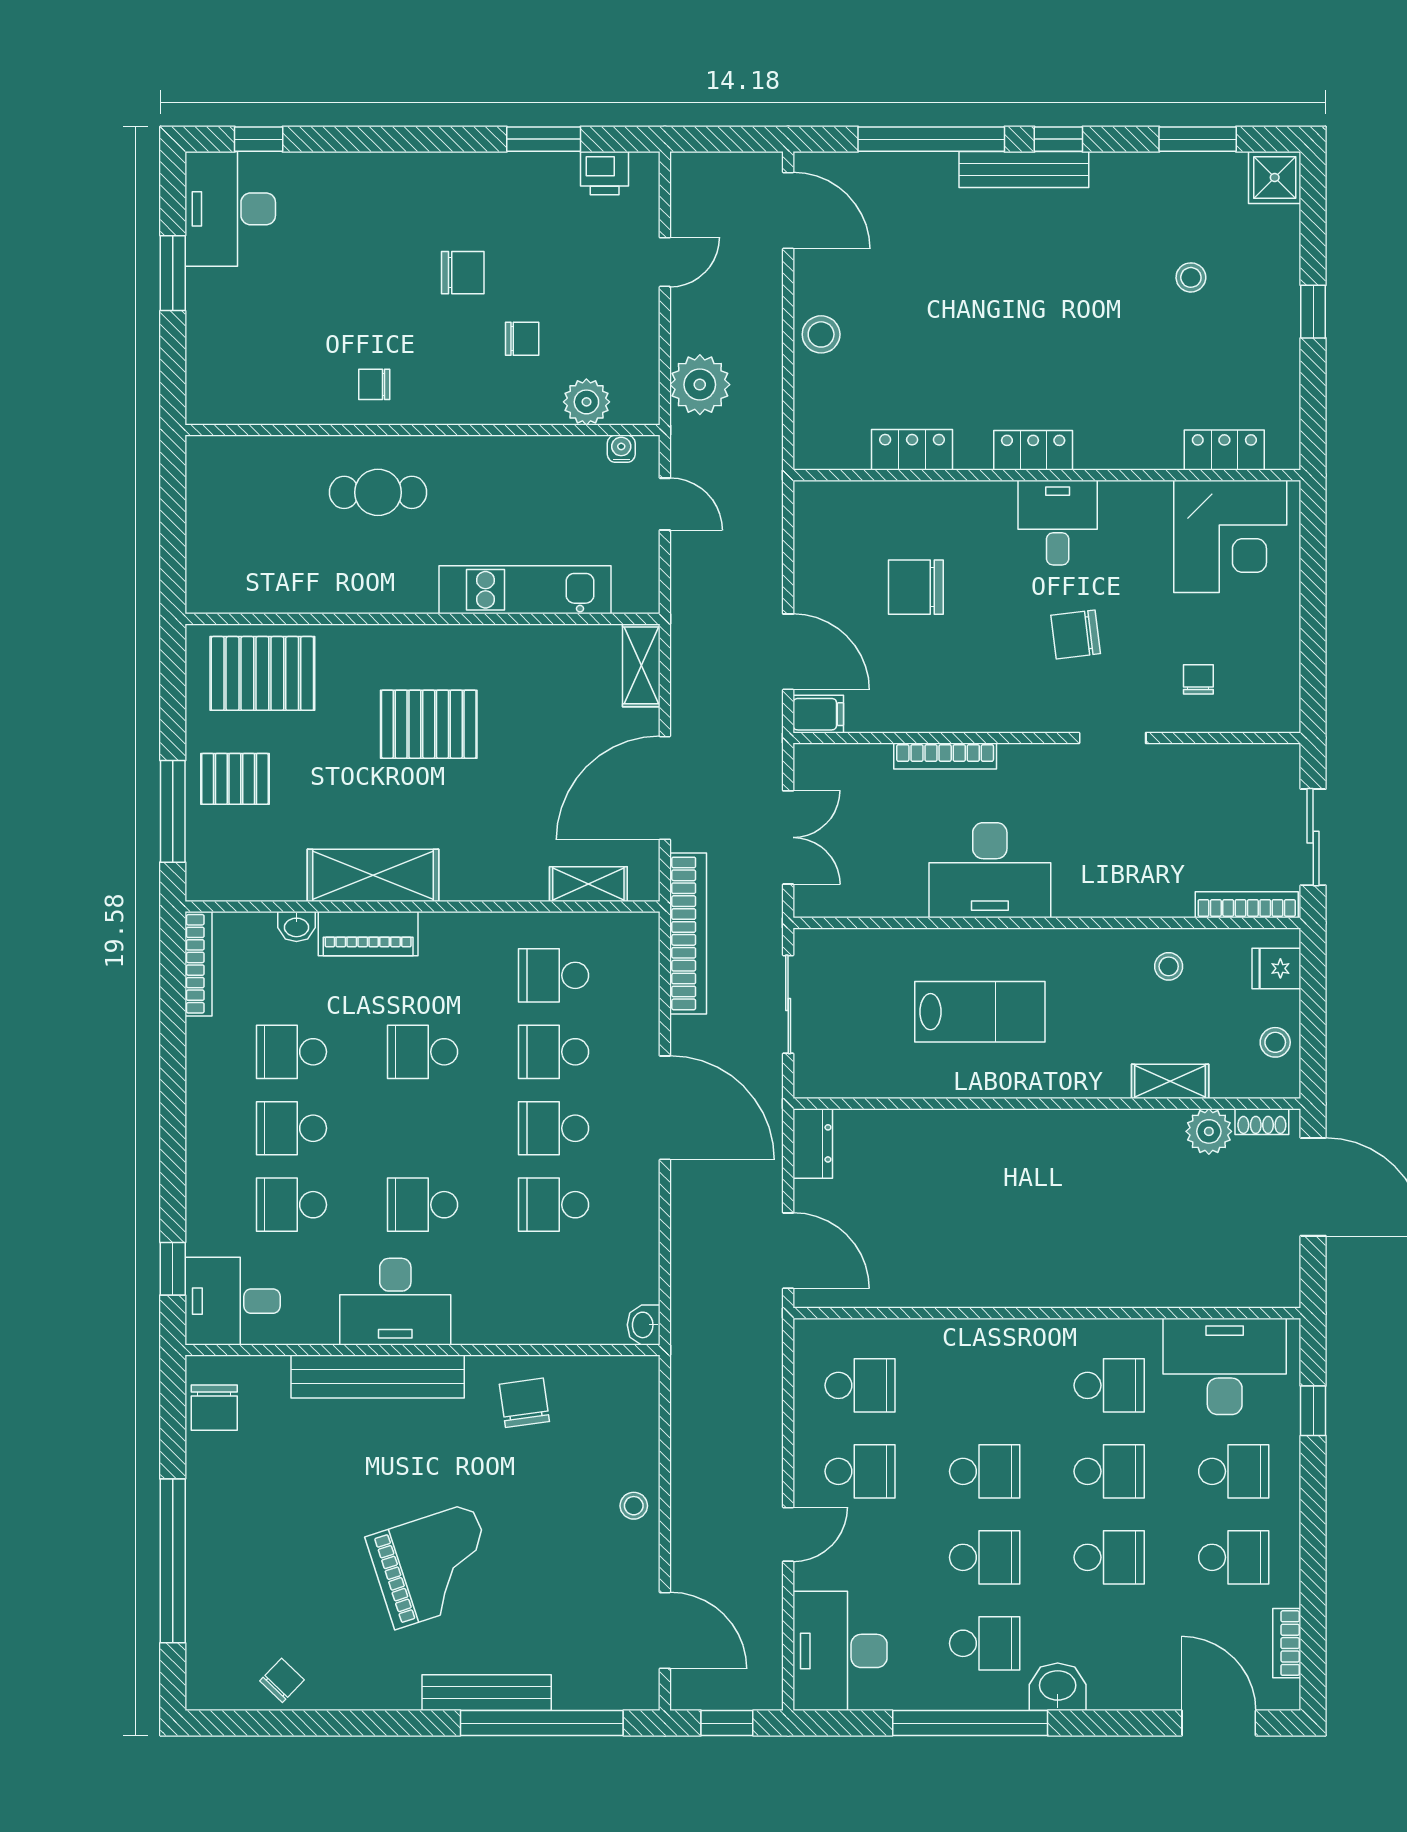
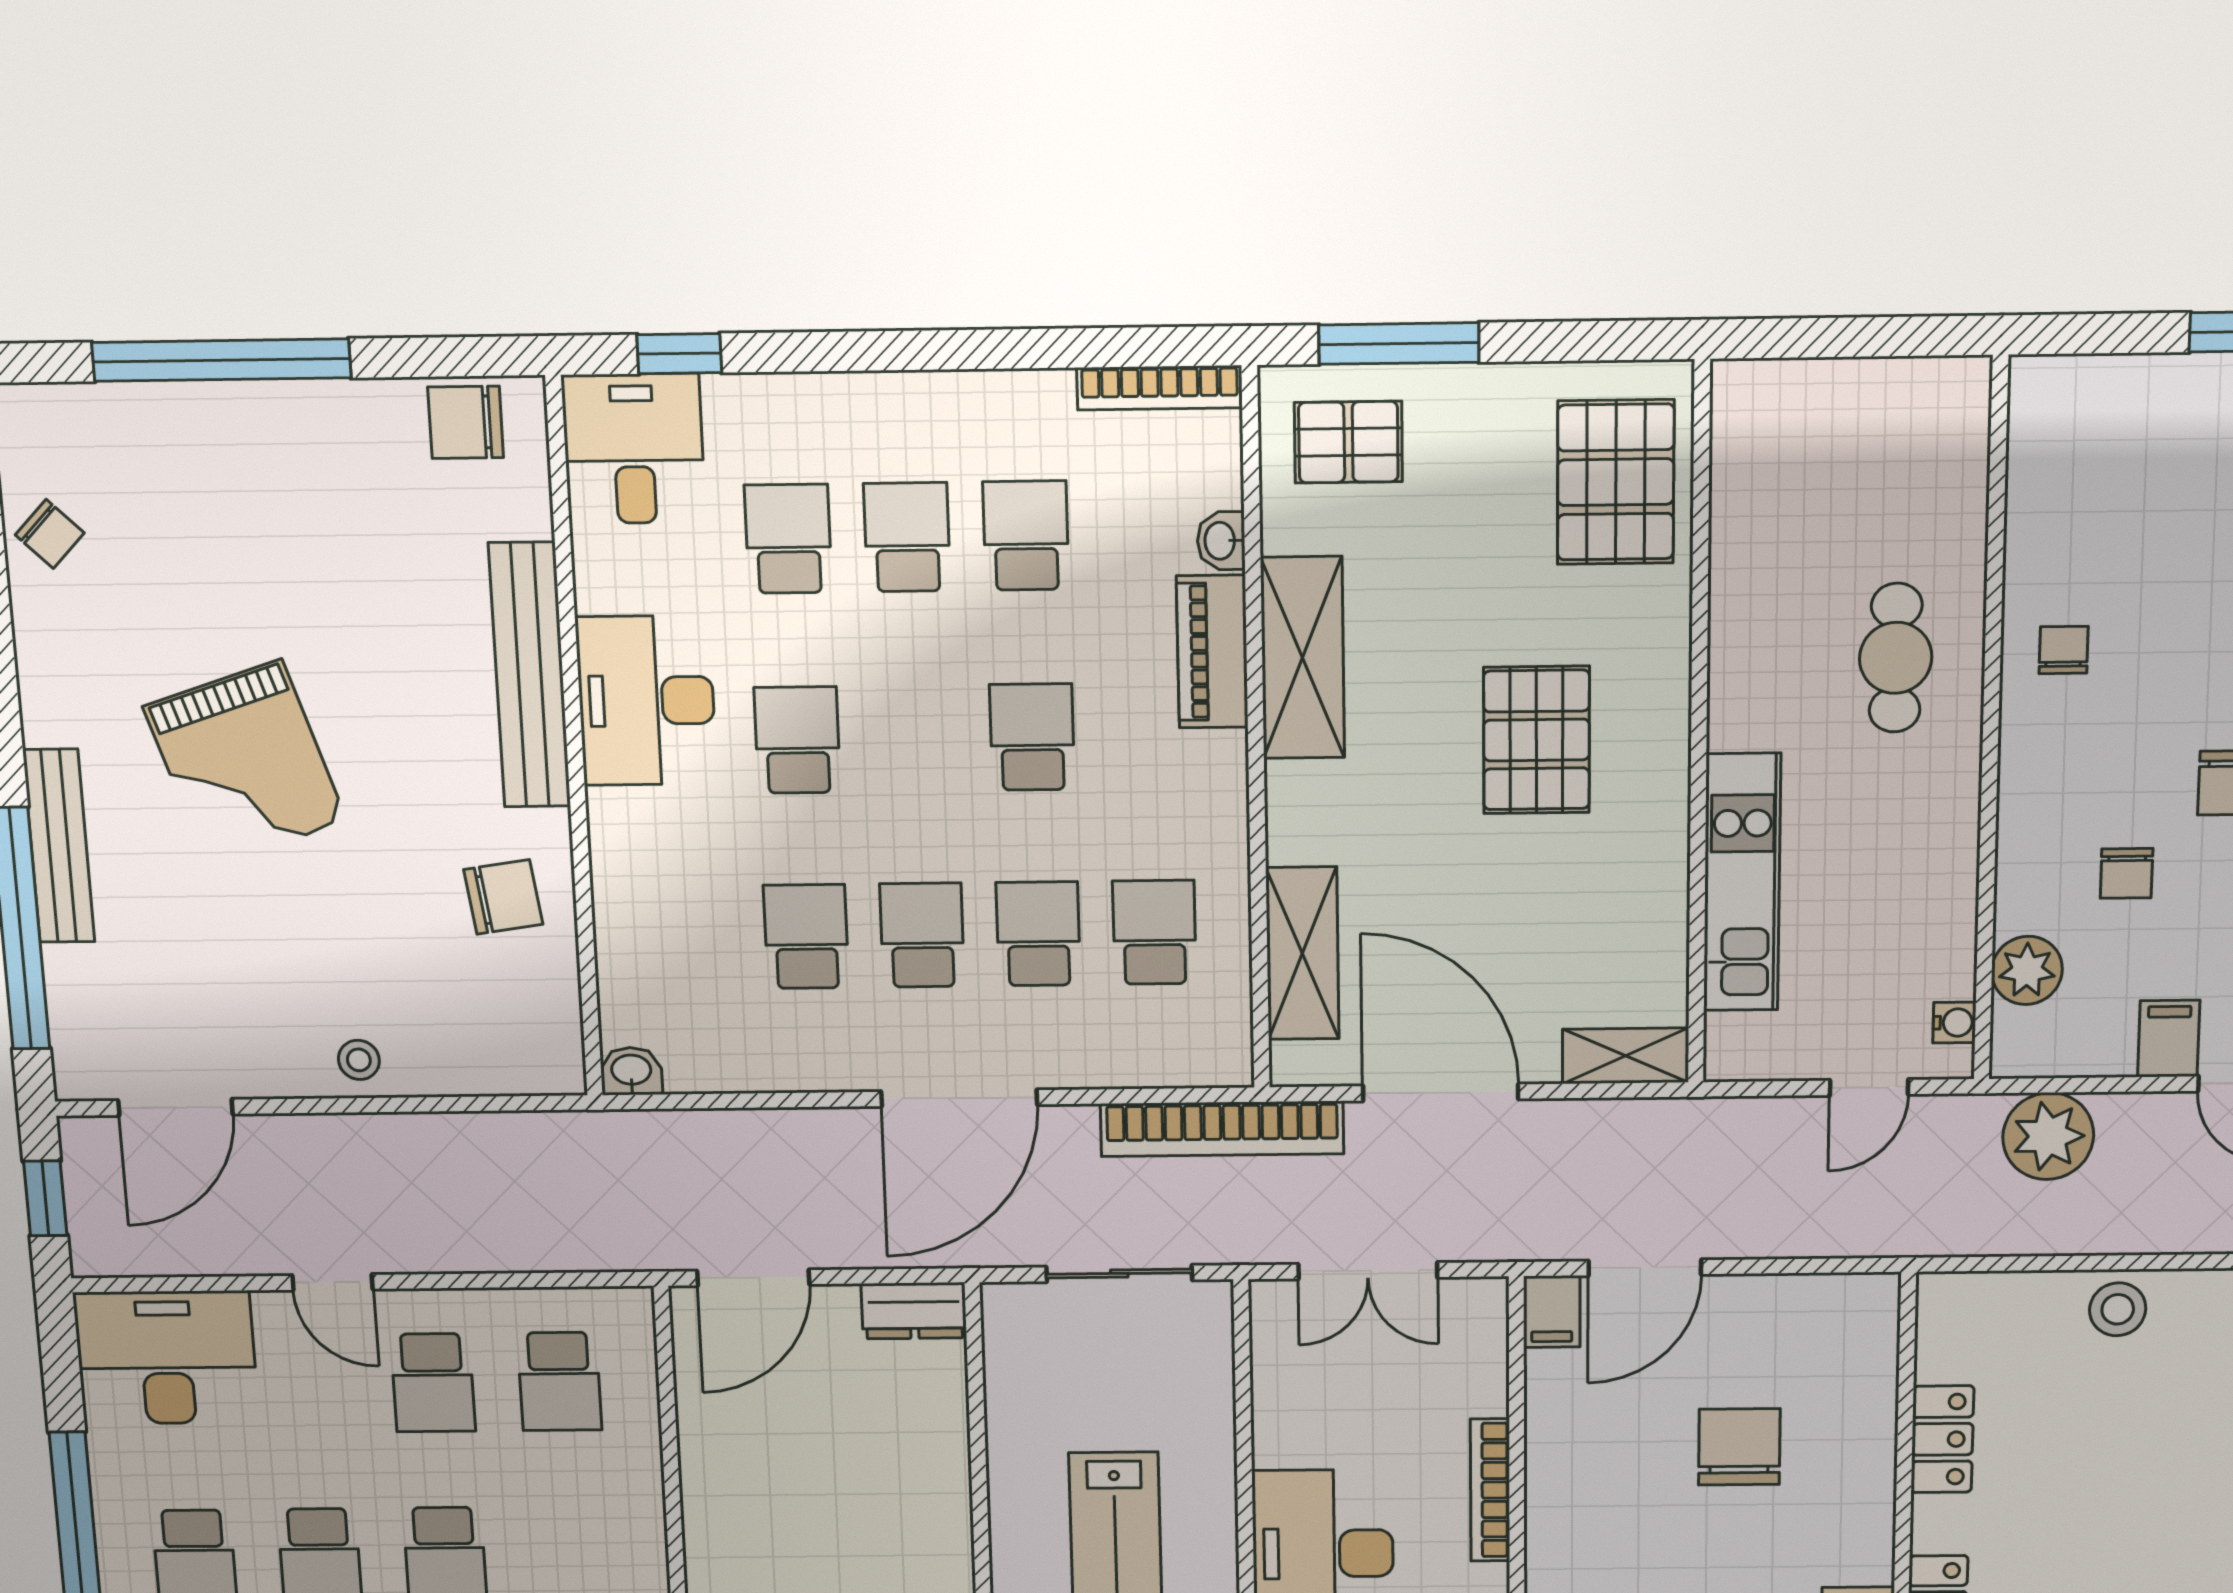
filing cabinet: (634, 307) -> (2169, 1039), added
pallet: (235, 779) -> (1348, 442), moved, turned 90
shelving: (588, 884) -> (1302, 953), width x1.50, depth x1.33

